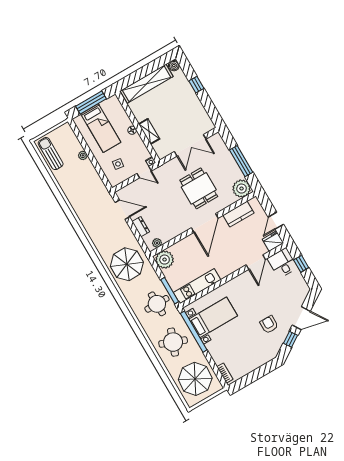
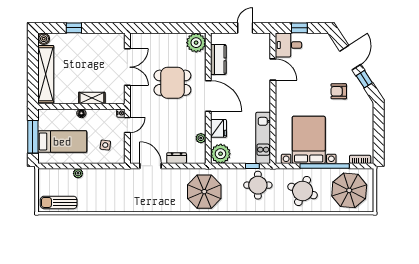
window: (241, 161) -> (170, 28), removed
door: (122, 210) -> (151, 166), hinge flipped
door: (276, 221) -> (245, 28), swing flipped
fridge: (273, 241) -> (219, 128), moved, turned 180
plant: (157, 243) -> (201, 138), moved
window: (170, 291) -> (252, 166), width x0.46
bed with nightstands: (213, 317) -> (309, 140), width x1.36
window: (194, 332) -> (325, 166), moved

